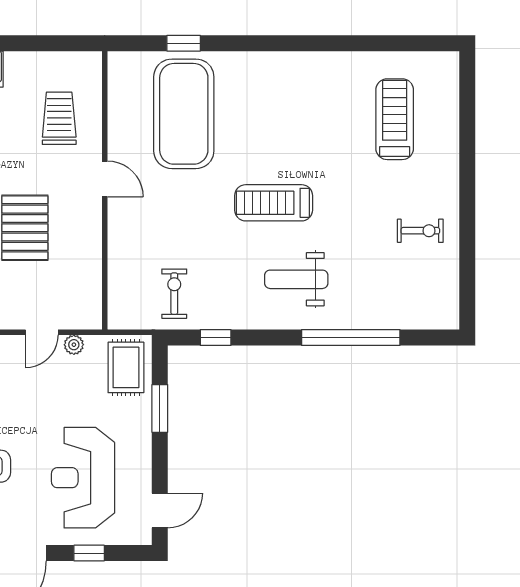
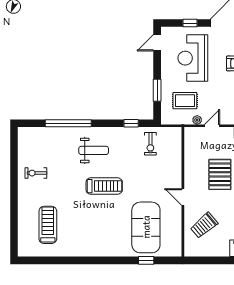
trolley: (59, 118) -> (204, 225), turned 50
treadmill: (395, 119) -> (48, 225), turned 180
rug: (126, 367) -> (185, 101), moved, turned 90
reception desk: (83, 478) -> (193, 58), turned 180

